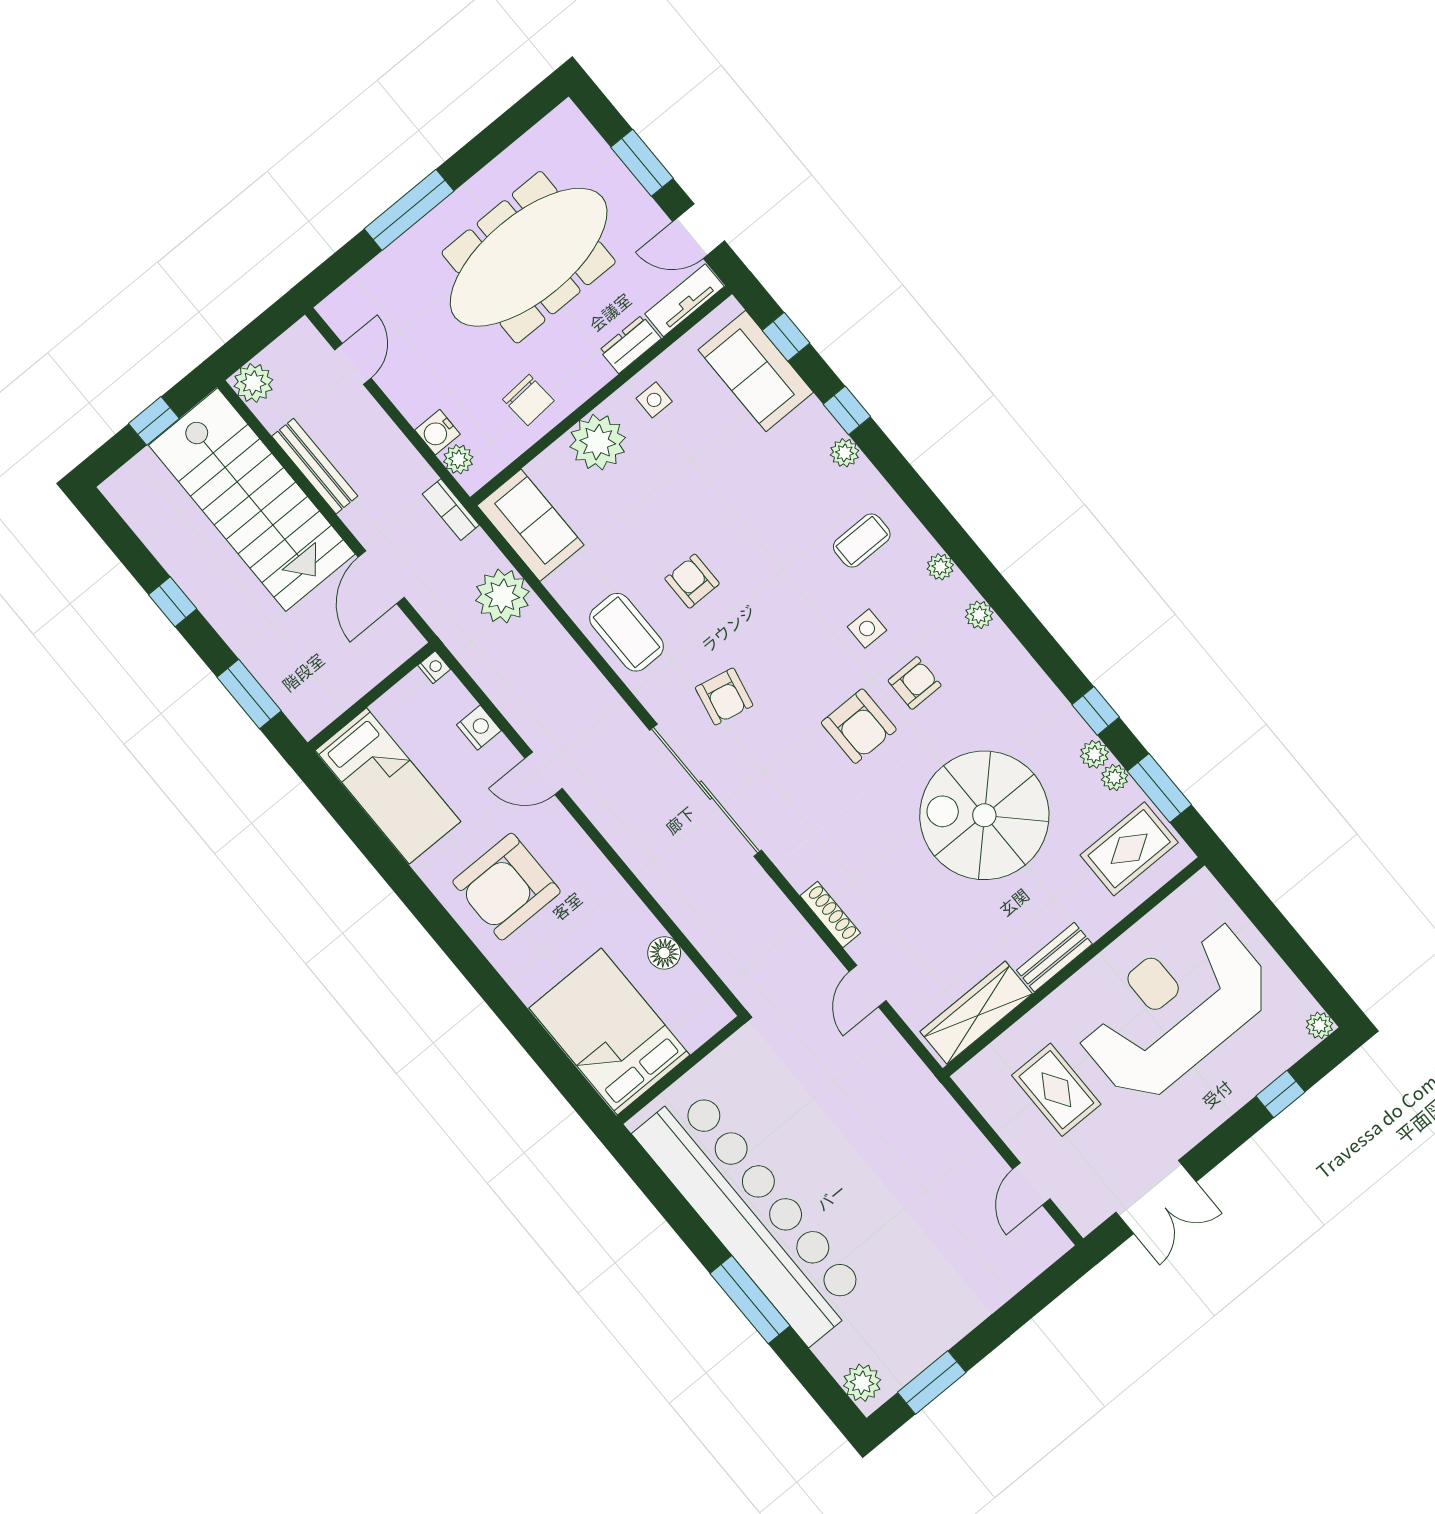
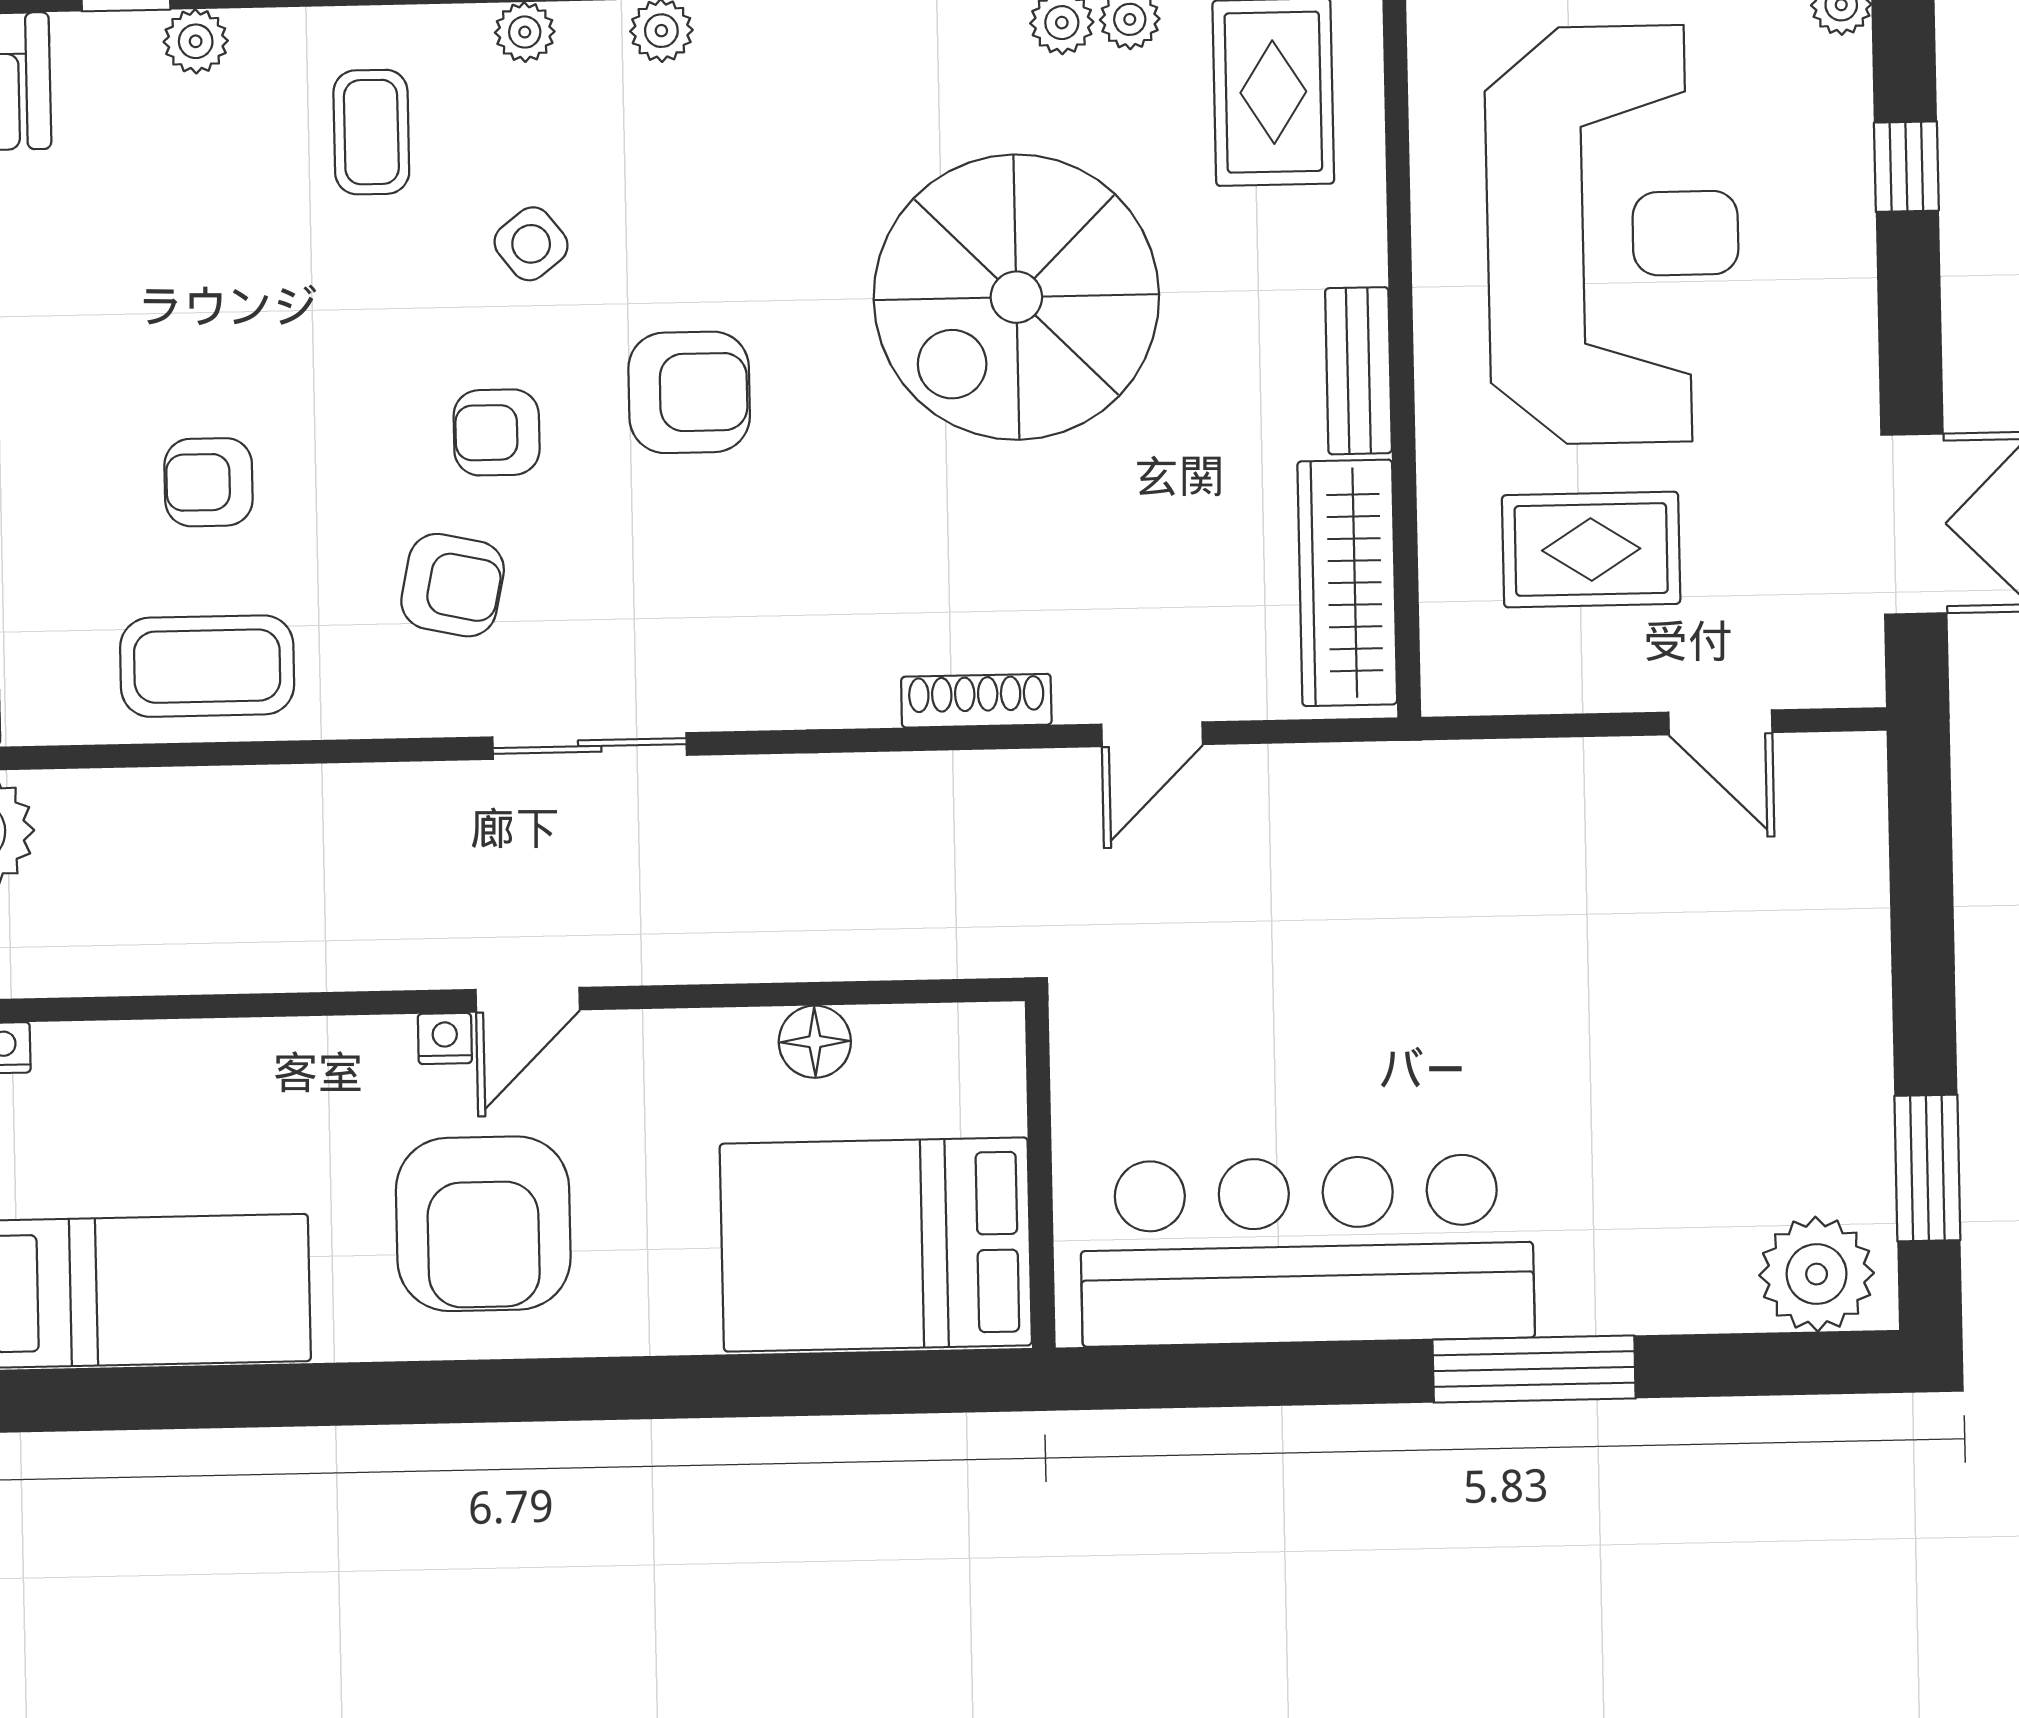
side table: (867, 628) -> (531, 244), turned -38
armchair: (915, 683) -> (497, 432), moved, turned -90
nightstand: (479, 728) -> (445, 1038), moved, width x0.72, depth x0.74
door: (544, 773) -> (528, 1000), moved
sliding door: (706, 790) -> (590, 746), width x0.54
door: (868, 986) -> (1152, 734), hinge flipped
reception desk: (1174, 1009) -> (1613, 235), turned 180
bar counter: (752, 1214) -> (1307, 1250), width x0.73
plant: (862, 1383) -> (1817, 1274), width x1.36, depth x1.36

